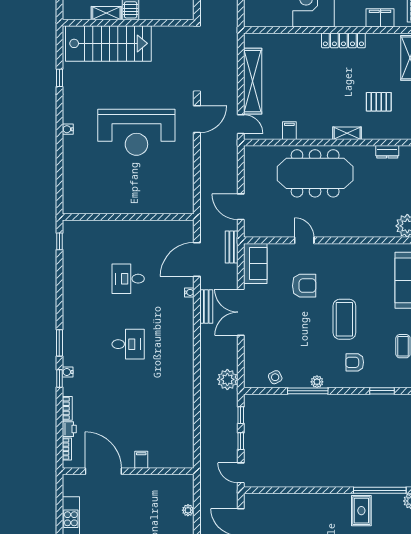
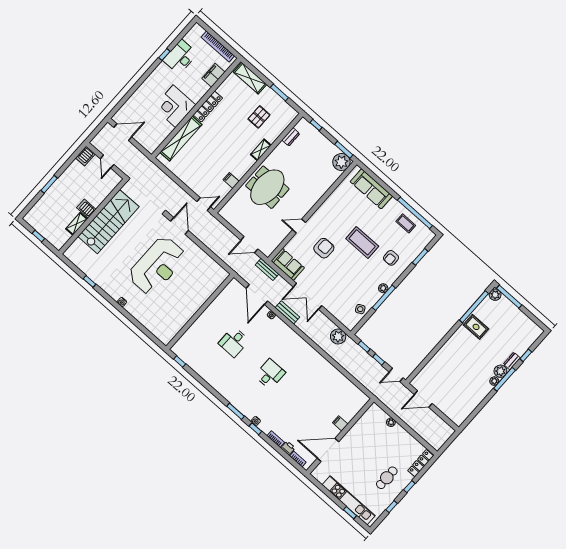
stairs: (108, 43) -> (109, 222), moved
shelving: (253, 81) -> (181, 139), moved, turned 90
meeting table: (315, 173) -> (267, 187), width x0.73

